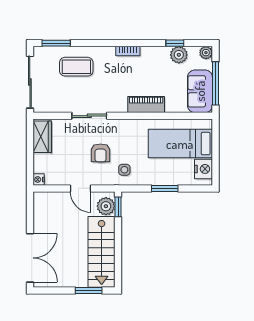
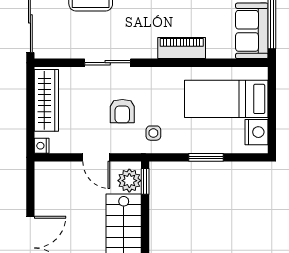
wardrobe: (42, 137) -> (46, 100), width x1.50

